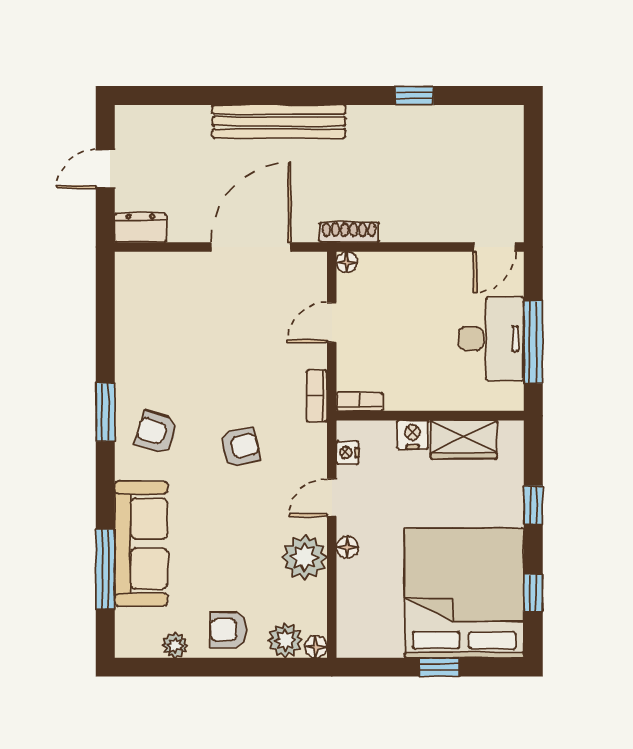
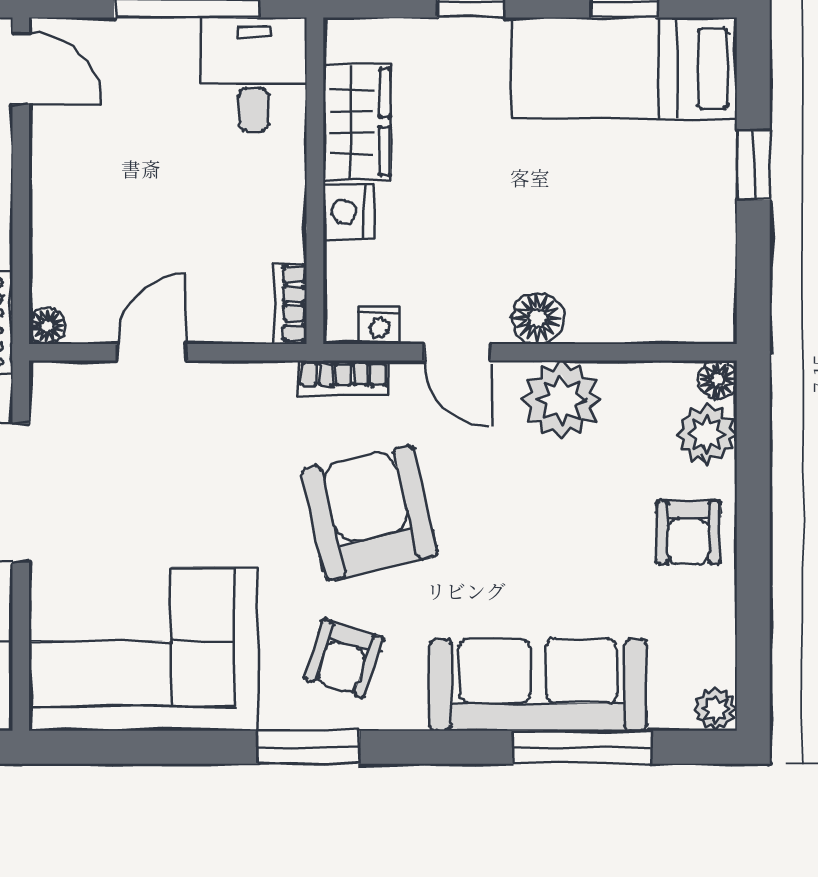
corner sofa: (161, 317) -> (143, 649), added
door: (332, 322) -> (152, 352), swing flipped
desk: (491, 339) -> (254, 74), moved, width x0.73
bookcase: (317, 396) -> (344, 378), moved
armchair: (240, 447) -> (370, 513), width x1.88, depth x1.88
floor lamp: (347, 547) -> (537, 318), width x1.37, depth x1.37
bed: (464, 593) -> (624, 68), width x0.49
plant: (175, 645) -> (715, 709), moved

